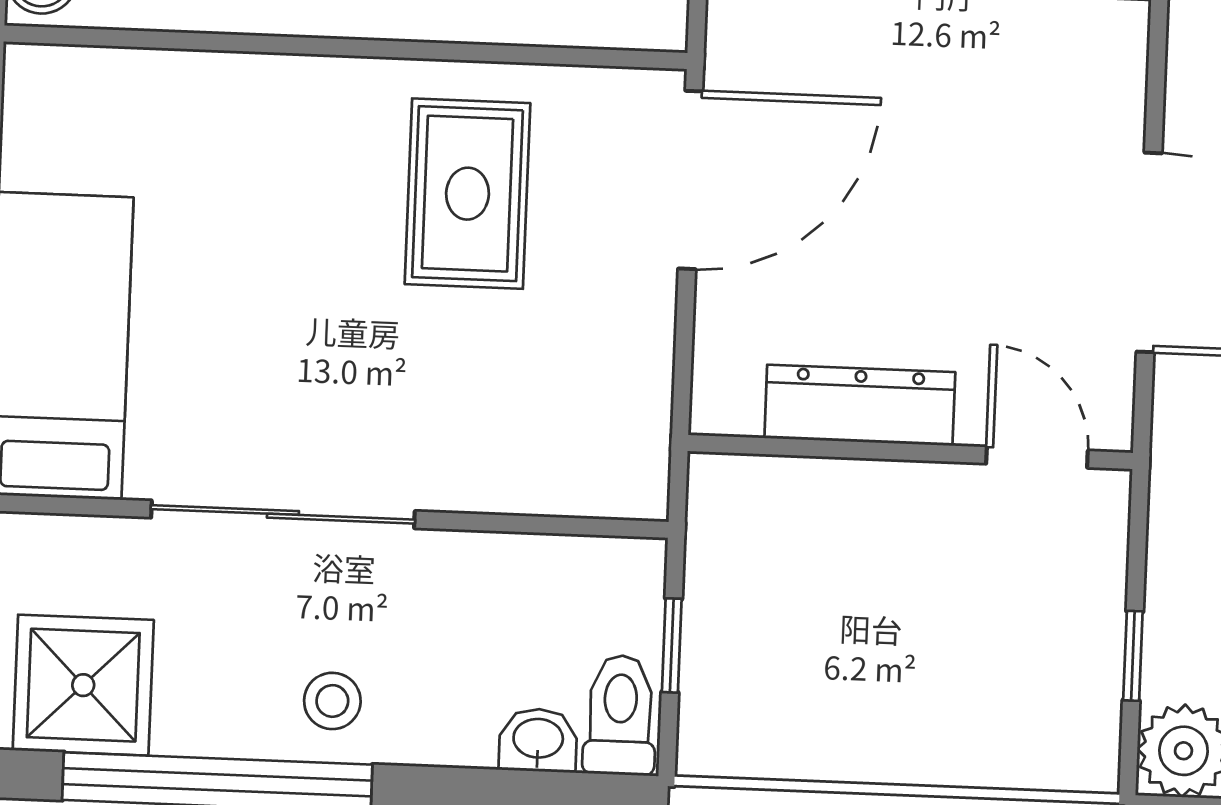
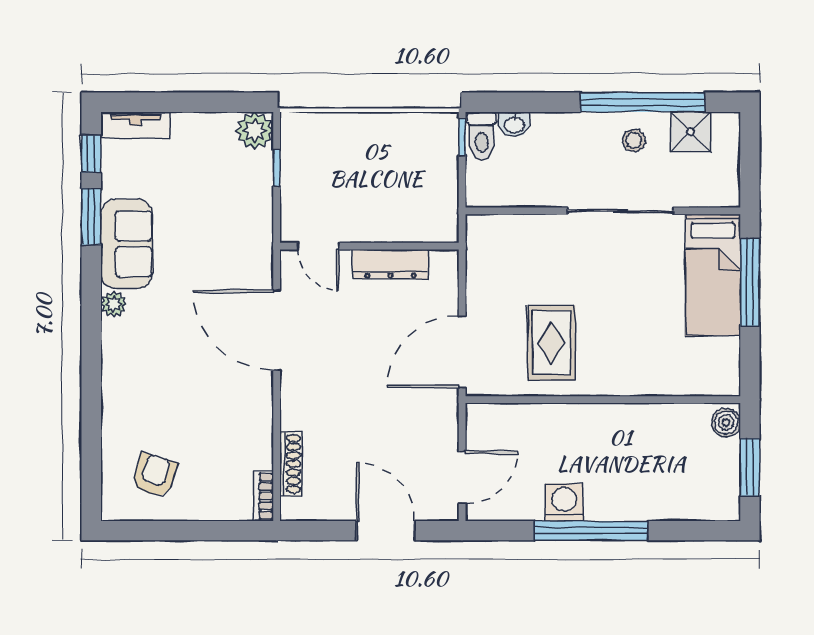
window: (672, 645) -> (462, 137), moved
shower: (83, 685) -> (691, 132), width x0.73, depth x0.73
stool: (332, 701) -> (634, 140), moved

